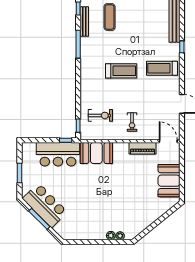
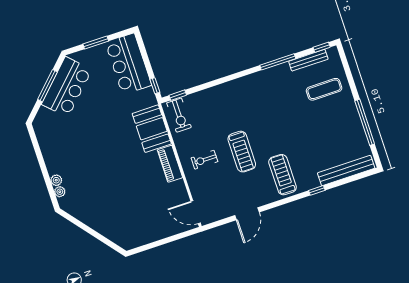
treadmill: (121, 71) -> (242, 152), moved
exercise bike: (100, 115) -> (179, 115), moved
door: (168, 141) -> (196, 212), swing flipped
piano: (142, 148) -> (170, 164), moved
bar counter: (58, 154) -> (128, 64), moved
booth: (169, 181) -> (147, 229), removed

